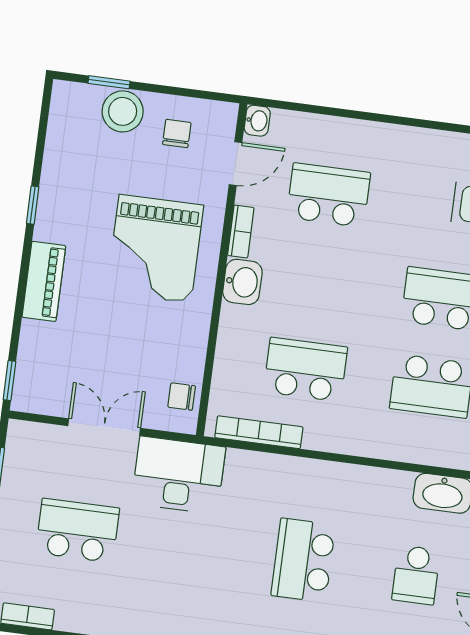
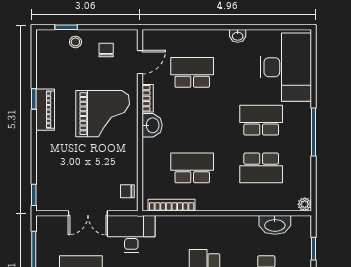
stool: (123, 111) -> (75, 42), width x0.53, depth x0.53
washbasin: (257, 121) -> (238, 36), moved, turned 90
grand piano: (155, 249) -> (103, 114), turned -90
piano: (44, 281) -> (45, 110), moved
double door: (104, 427) -> (88, 213), swing flipped

